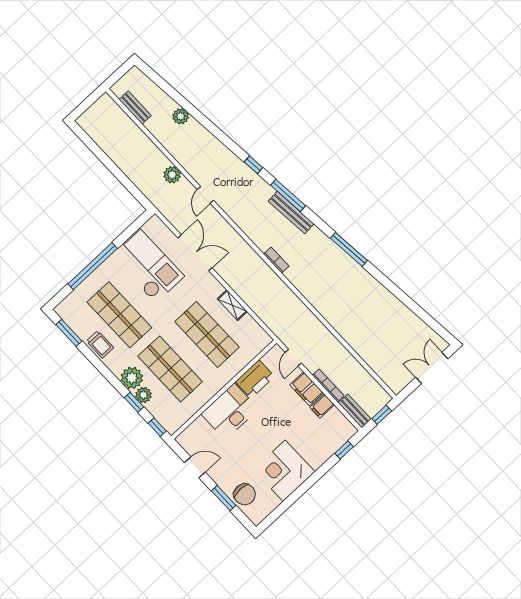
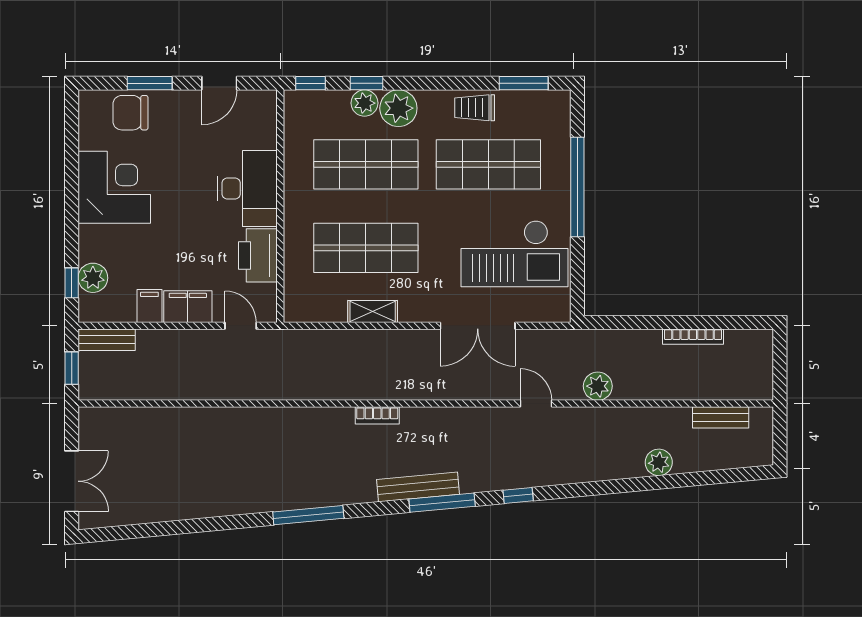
bookcase: (328, 385) -> (693, 337), moved
plant: (333, 443) -> (93, 278), added

